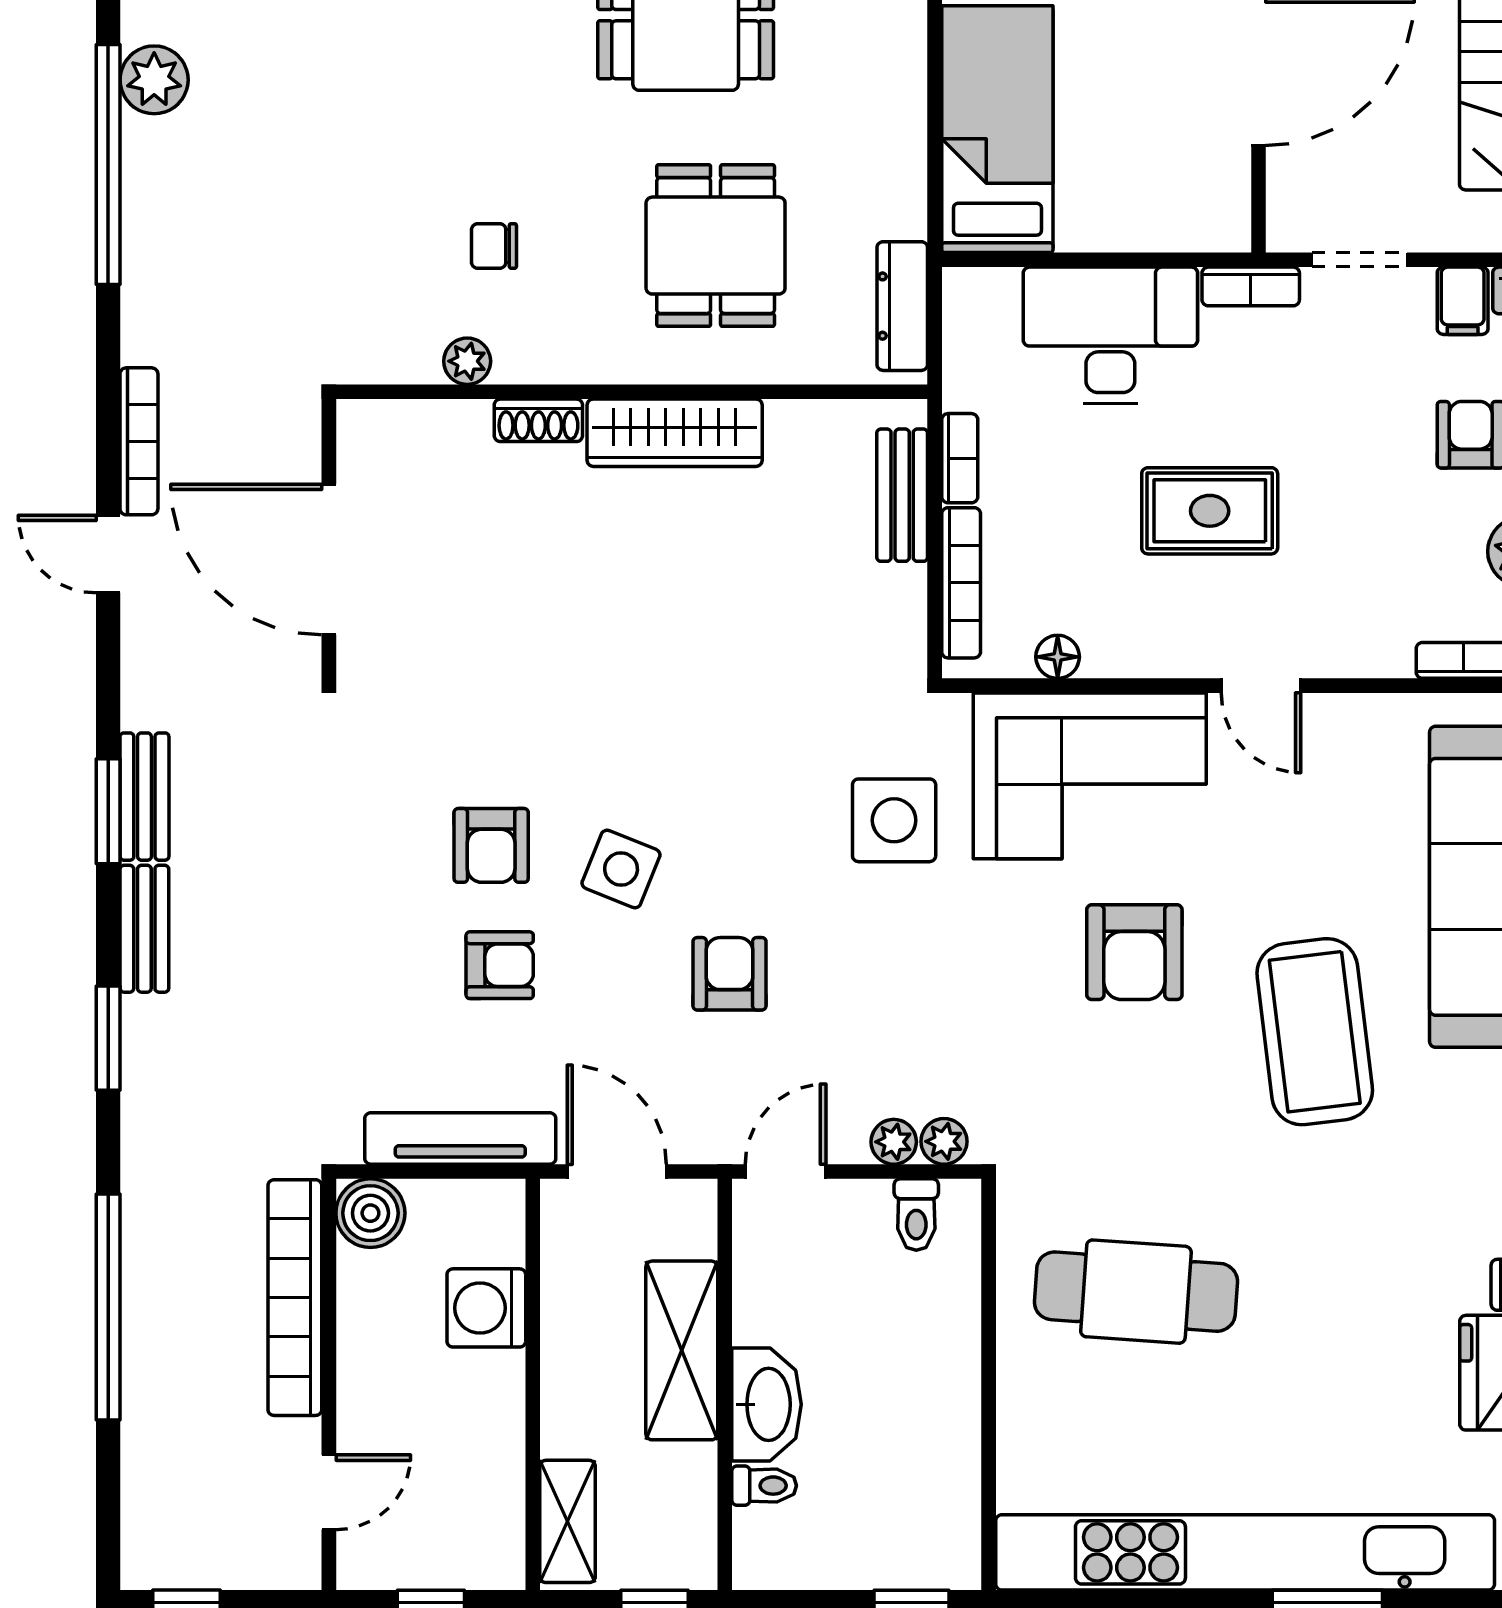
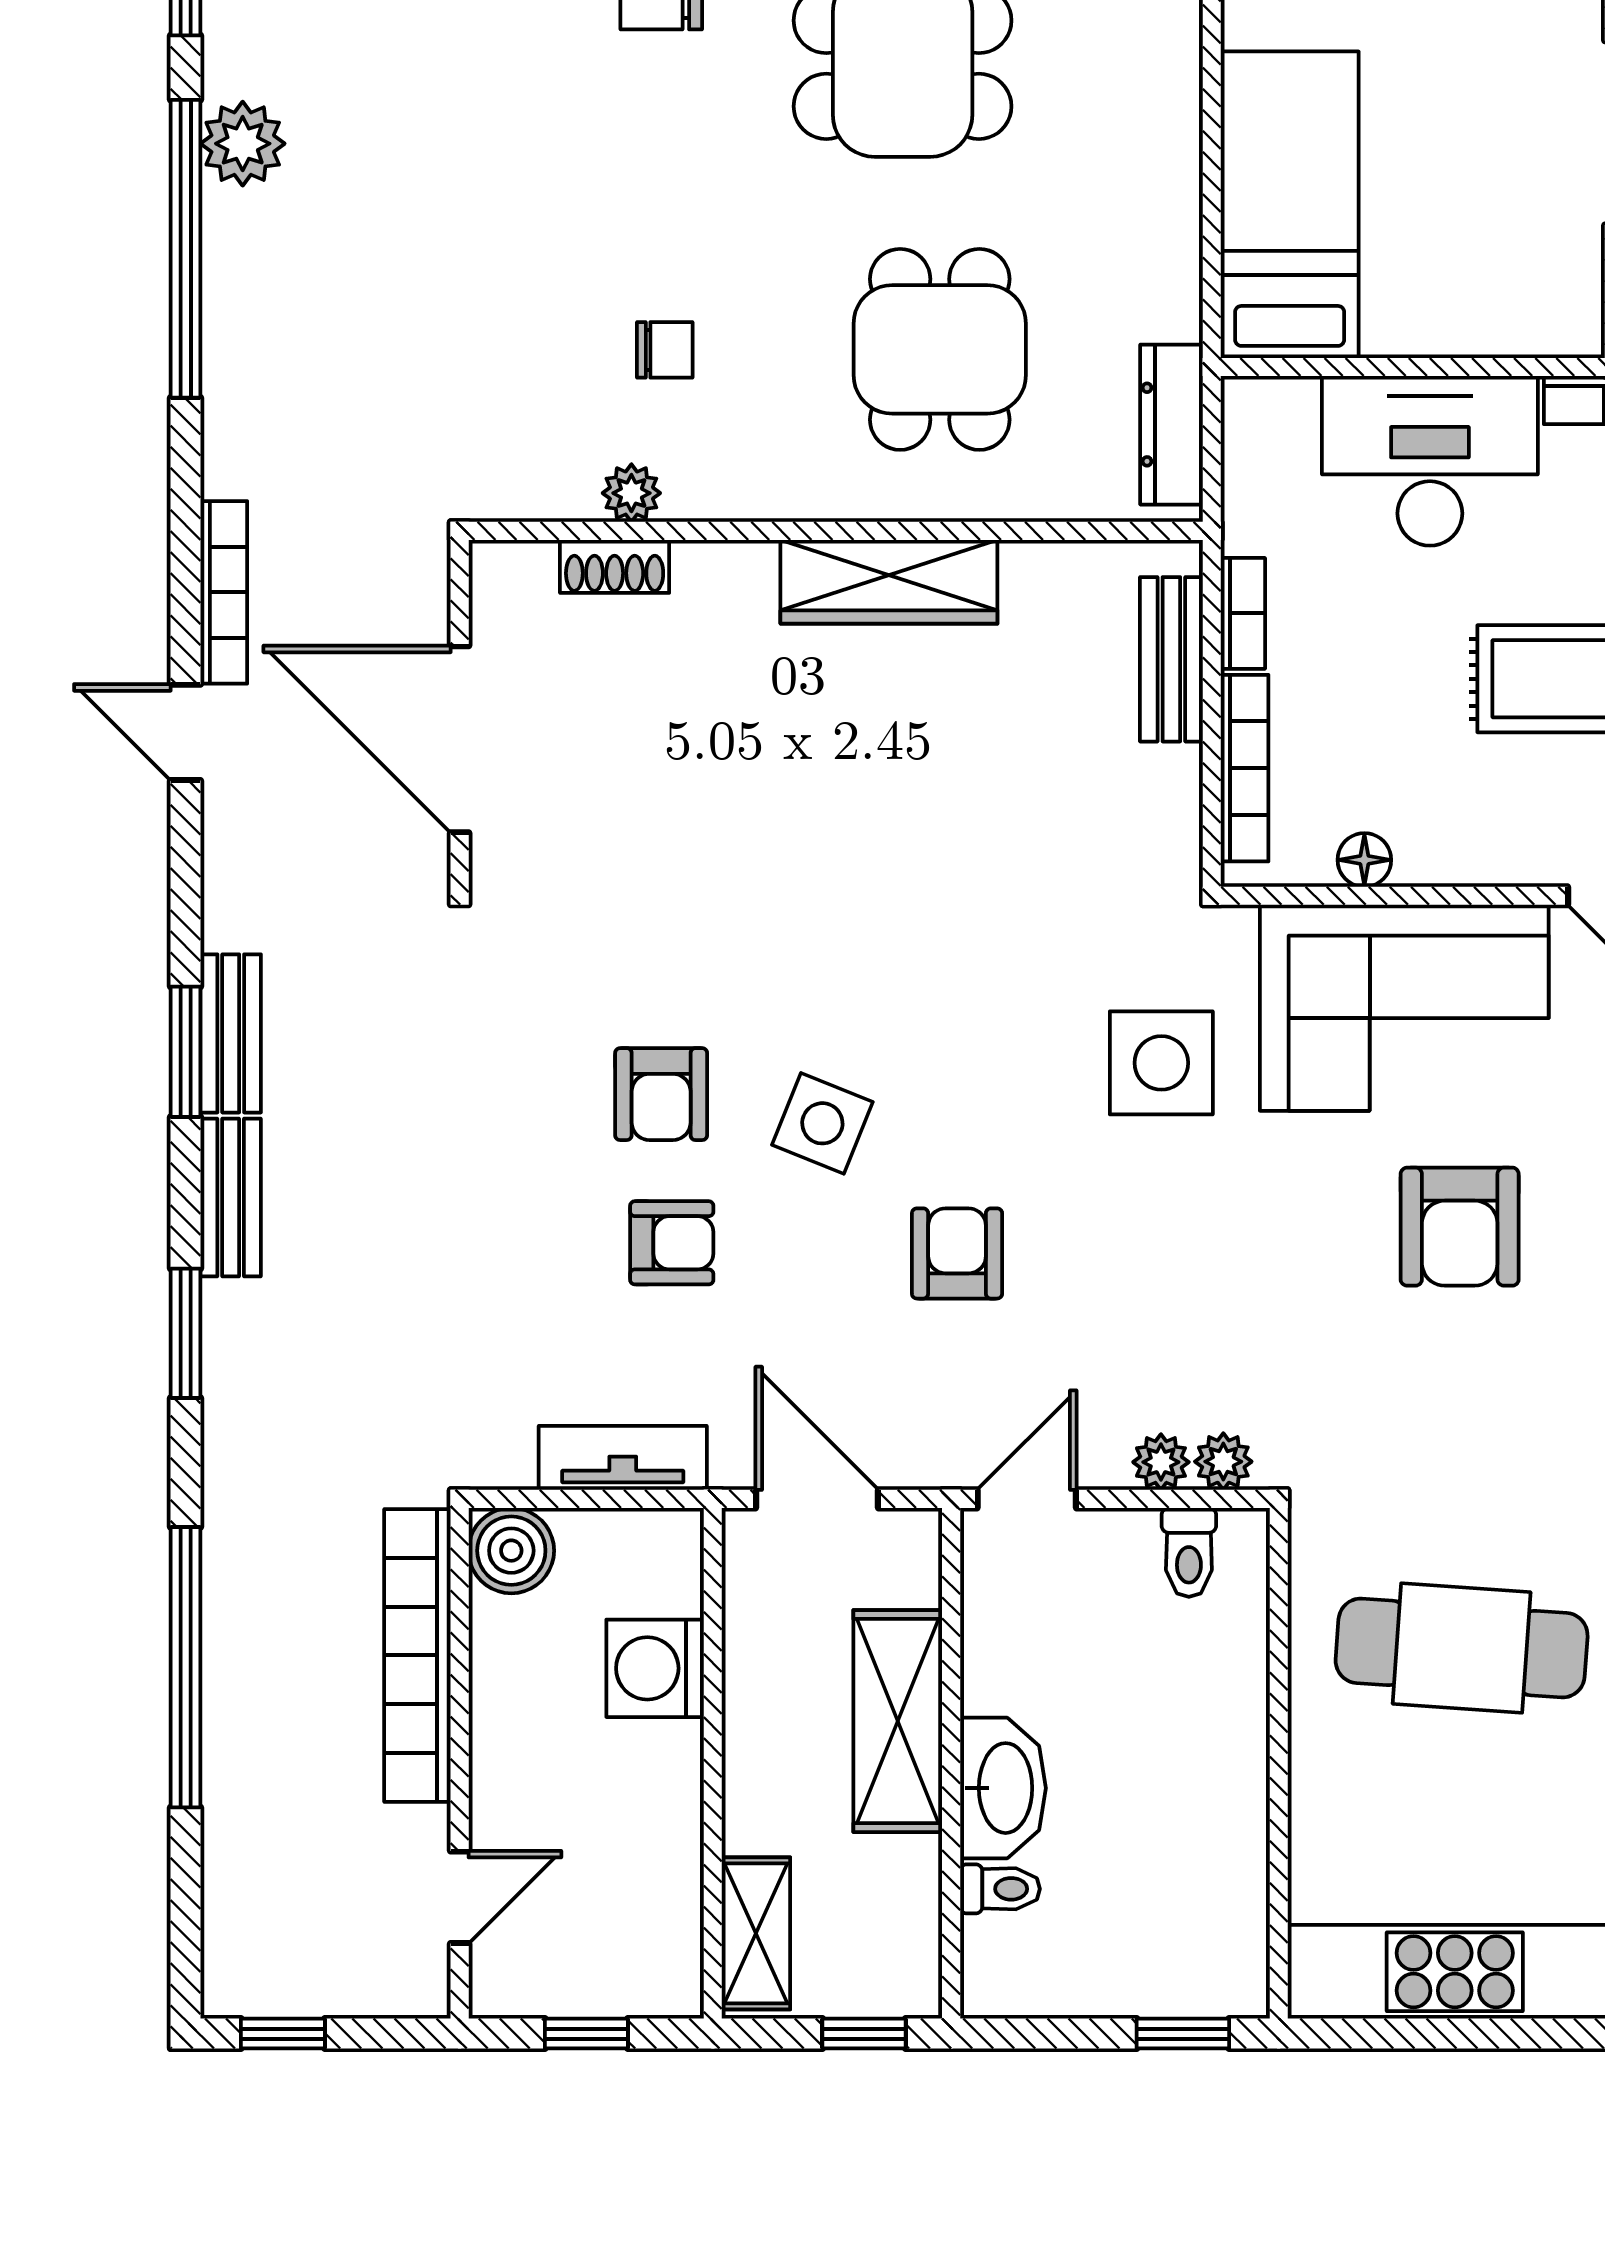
chair: (494, 246) -> (665, 350), turned 180
shoe rack: (538, 420) -> (615, 566), moved
tv unit: (460, 1138) -> (623, 1458), width x0.71

